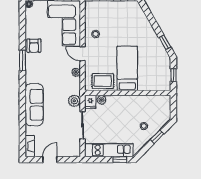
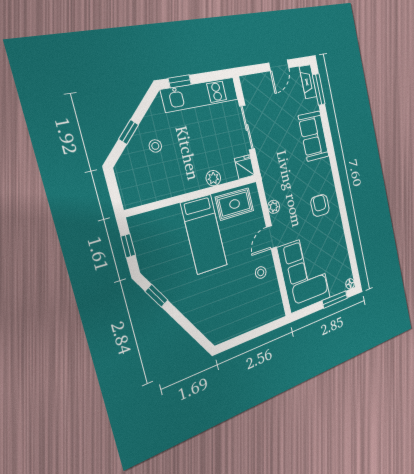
armchair: (34, 46) -> (320, 205), moved
door: (83, 54) -> (271, 237), swing flipped
window: (22, 61) -> (319, 89), moved
plant: (101, 100) -> (213, 178), moved
plant: (74, 101) -> (266, 163), removed
sofa: (34, 105) -> (314, 136), width x0.73

